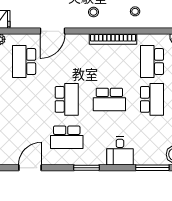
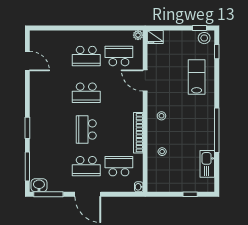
school desk: (67, 137) -> (86, 56), moved, turned -90
desk: (120, 151) -> (42, 139), removed
window: (86, 168) -> (27, 128), moved

